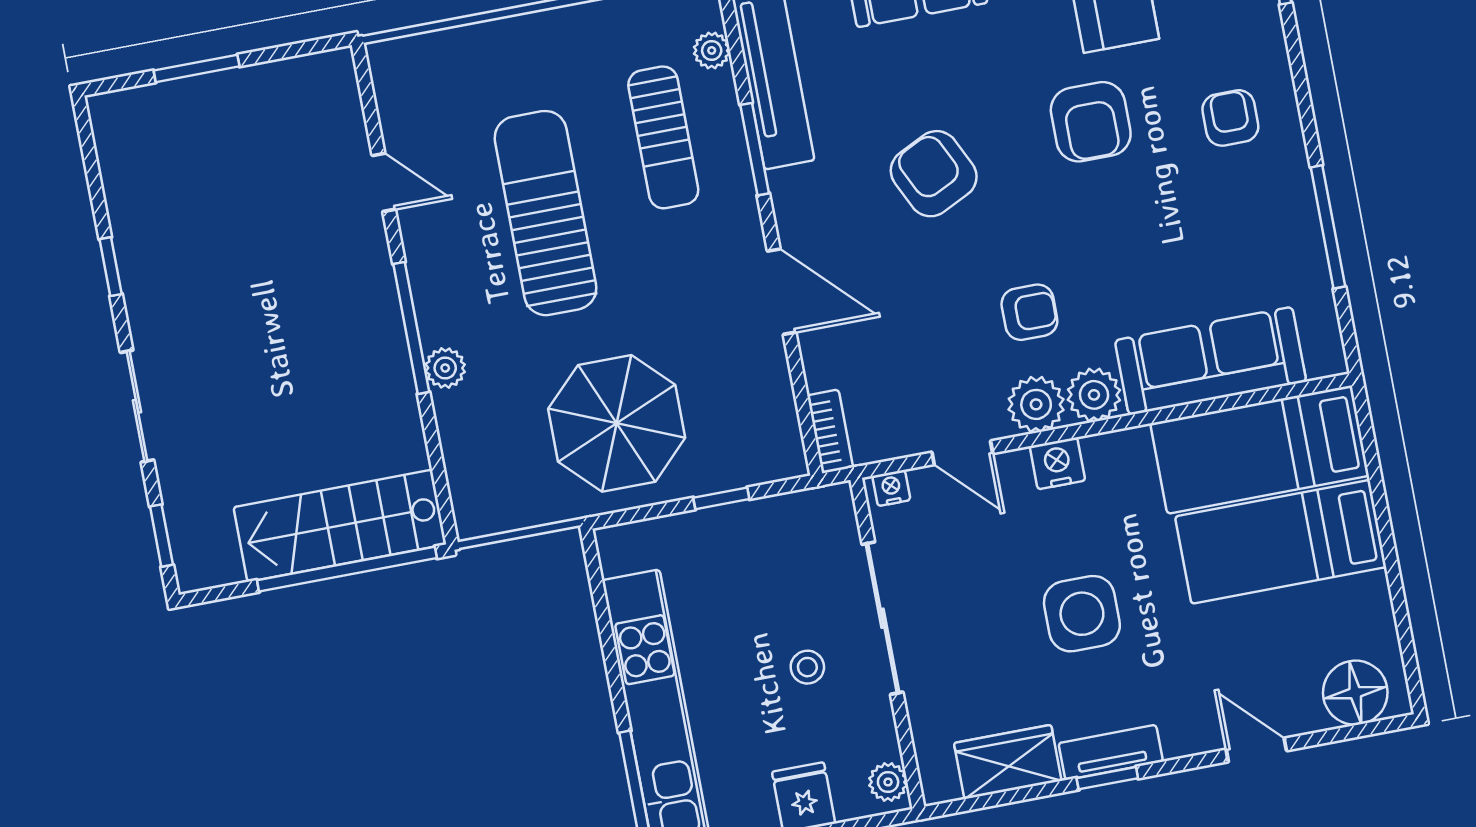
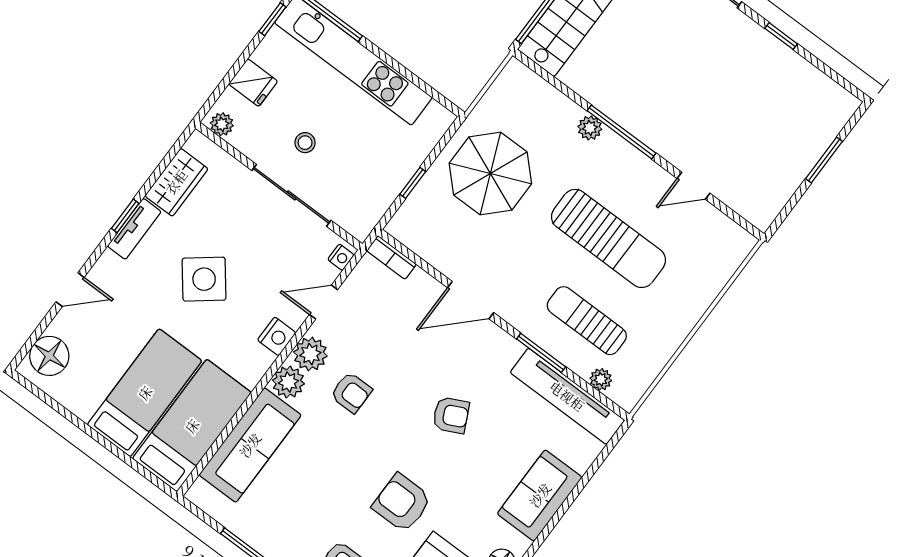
armchair: (934, 174) -> (451, 415), width x0.72, depth x0.72
armchair: (1029, 312) -> (351, 393), turned -90
side table: (1082, 614) -> (204, 279), turned -38

